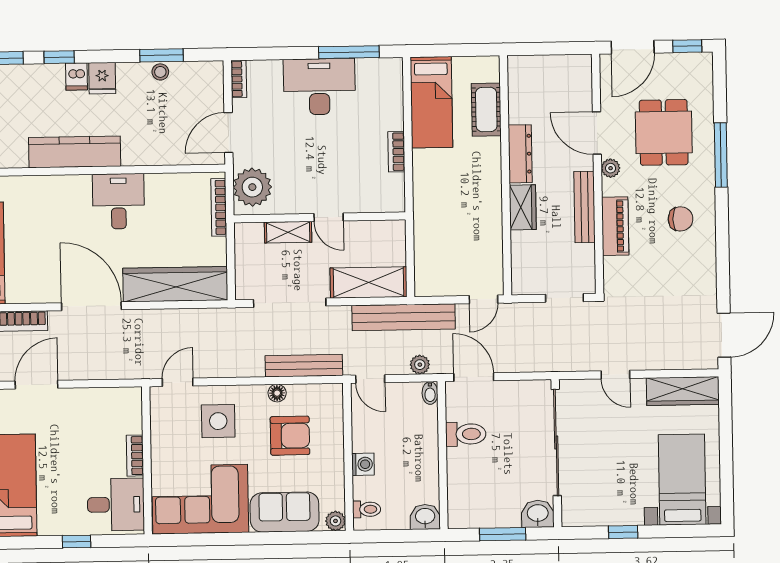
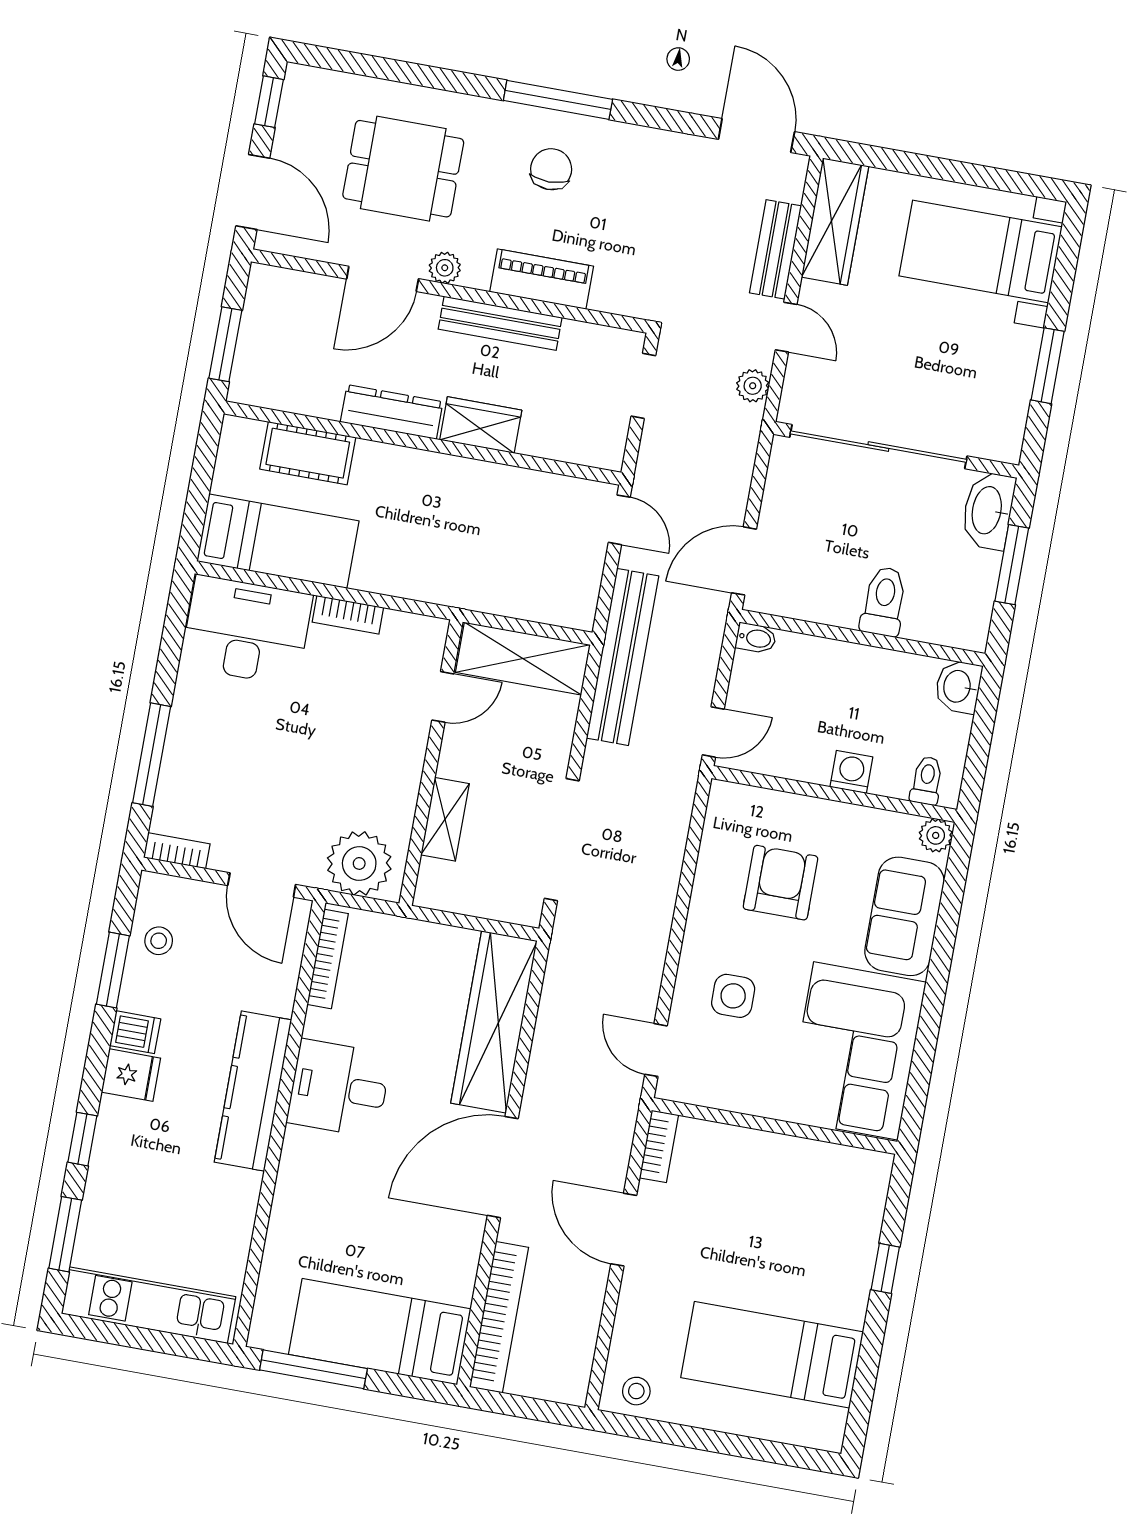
window: (540, 49) -> (225, 344), added
window: (349, 52) -> (152, 755), moved
stool: (160, 72) -> (159, 941), moved
dishwasher: (76, 77) -> (135, 1032), moved
desk: (319, 87) -> (247, 630), moved, turned 90
kitchen counter: (75, 152) -> (253, 1091), moved
window: (721, 155) -> (558, 100), moved
bookcase: (219, 207) -> (328, 959), moved, turned -90
door: (329, 217) -> (443, 697), moved
shelving: (369, 282) -> (523, 659), moved, turned 90
plant: (420, 365) -> (753, 386), moved
bench: (304, 366) -> (776, 249), moved, width x0.73
door: (615, 375) -> (786, 327), hinge flipped
door: (37, 385) -> (624, 1230), moved
floor lamp: (277, 393) -> (706, 890), removed
side table: (218, 421) -> (733, 996), width x0.73, depth x0.73
toilet: (466, 434) -> (884, 601), moved
bookcase: (135, 456) -> (659, 1146), moved, turned -90
desk: (116, 505) -> (837, 1192), removed
washbasin: (538, 514) -> (988, 510), width x1.38
window: (623, 532) -> (1048, 366), width x1.50

